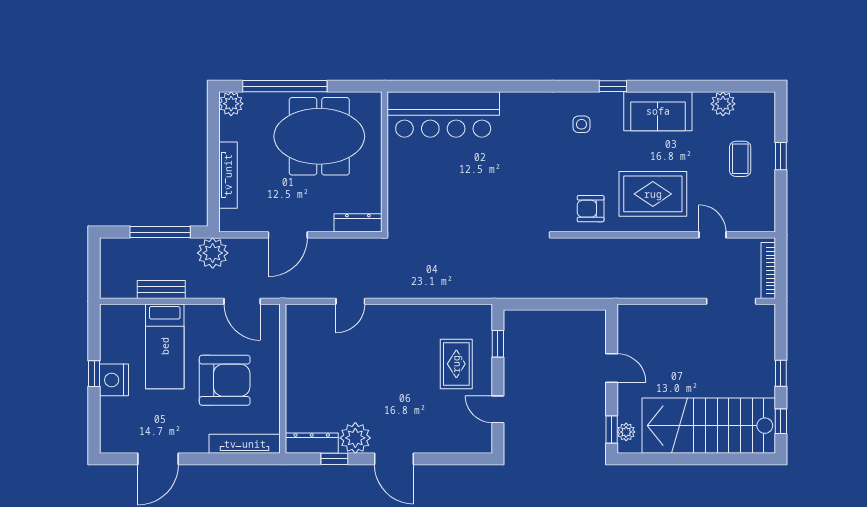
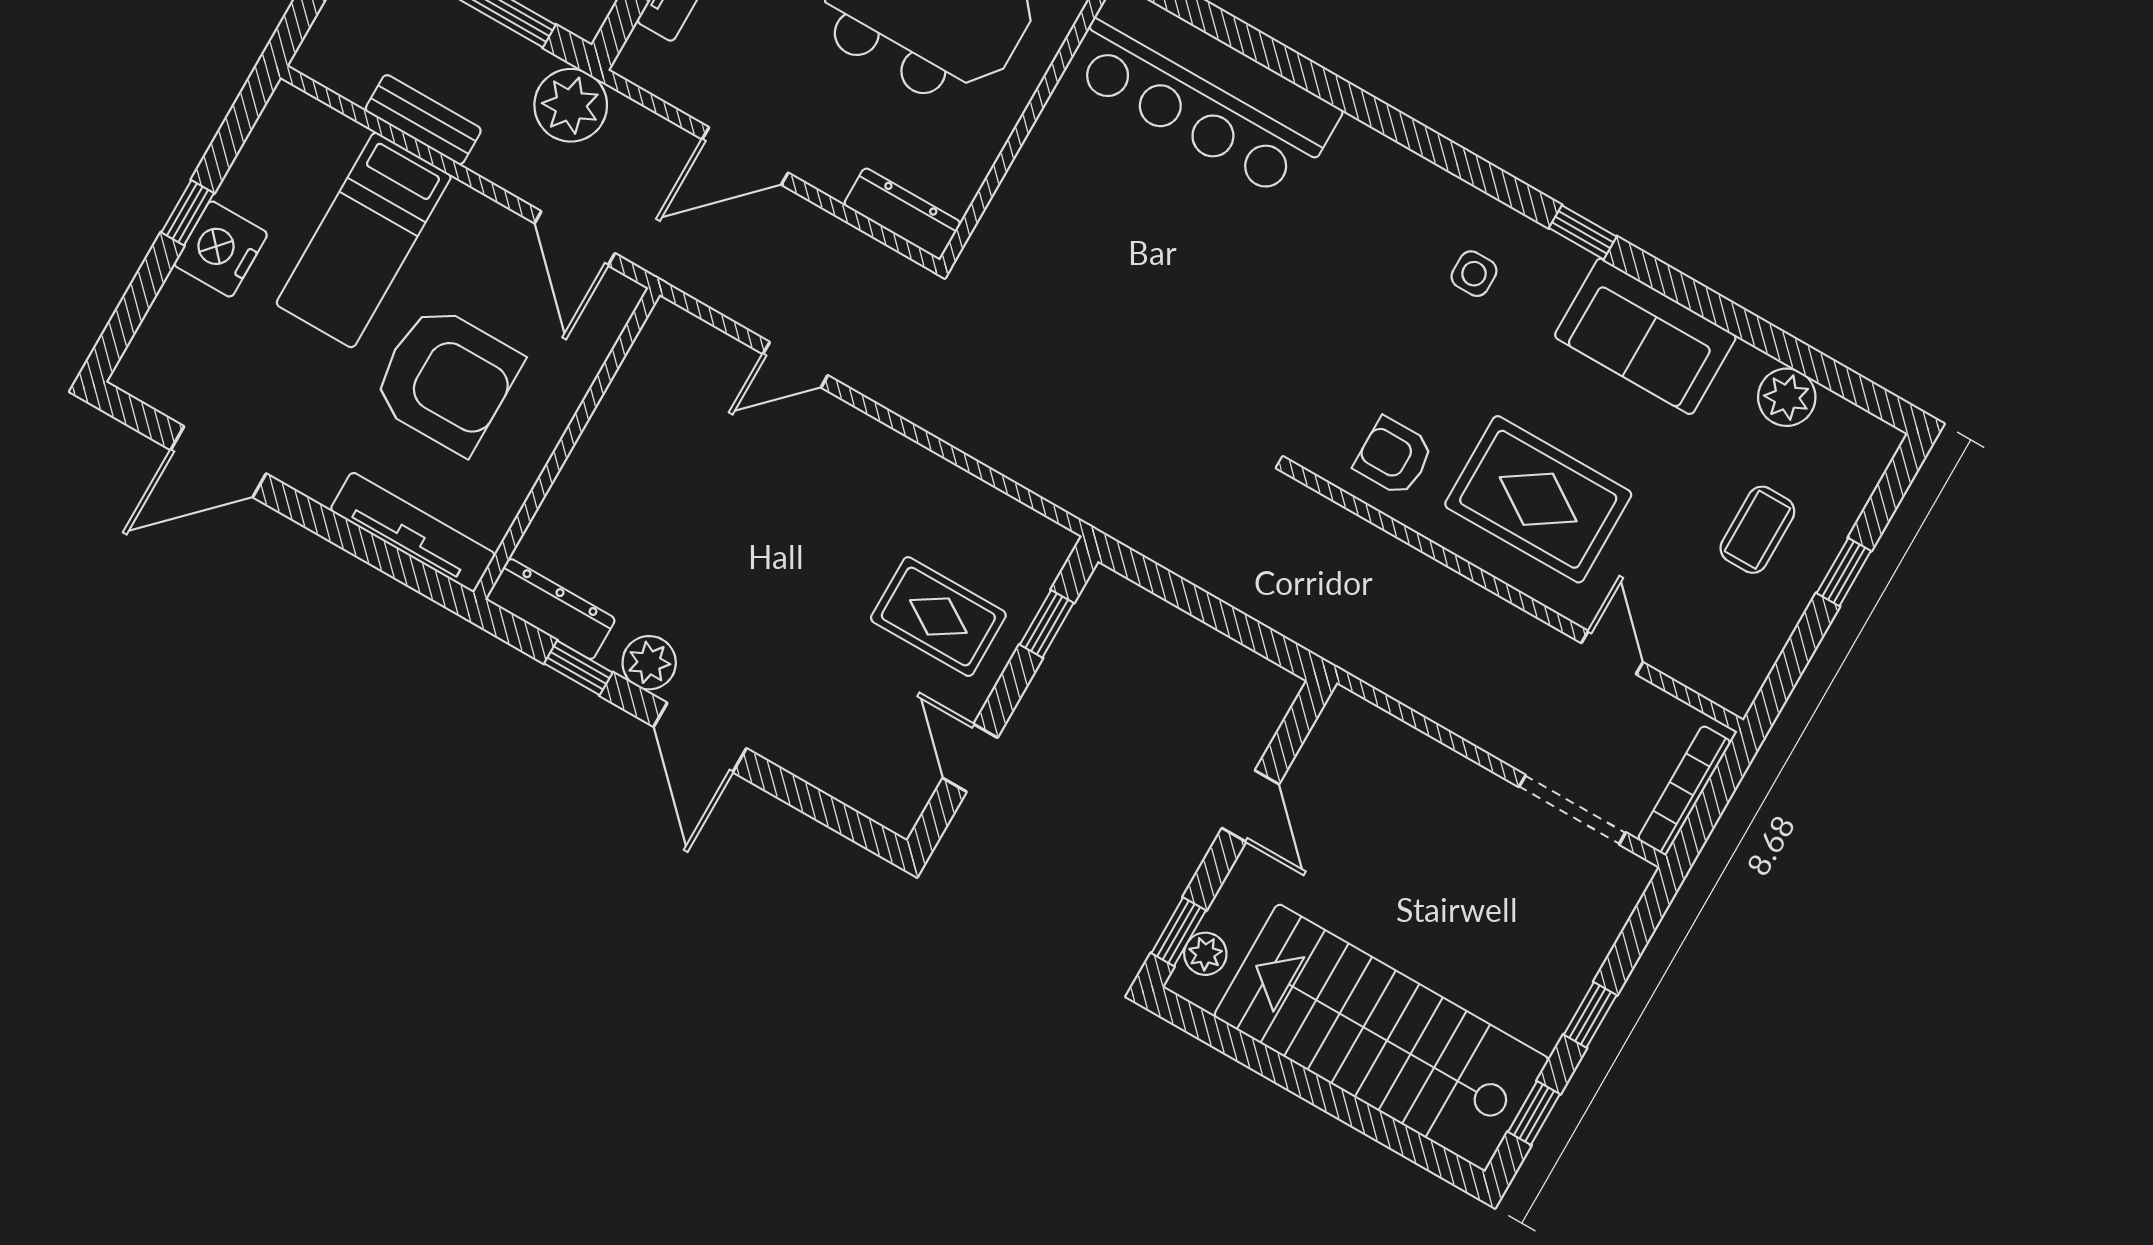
rug: (456, 364) -> (938, 617), turned 90
plant: (355, 438) -> (649, 663), width x0.73, depth x0.73

